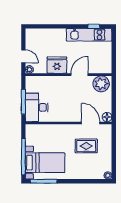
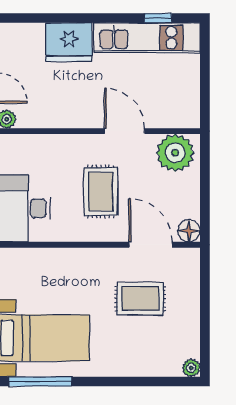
fridge: (57, 65) -> (69, 42), moved, turned 180
door: (80, 75) -> (125, 131), hinge flipped
rug: (69, 100) -> (101, 192), added

